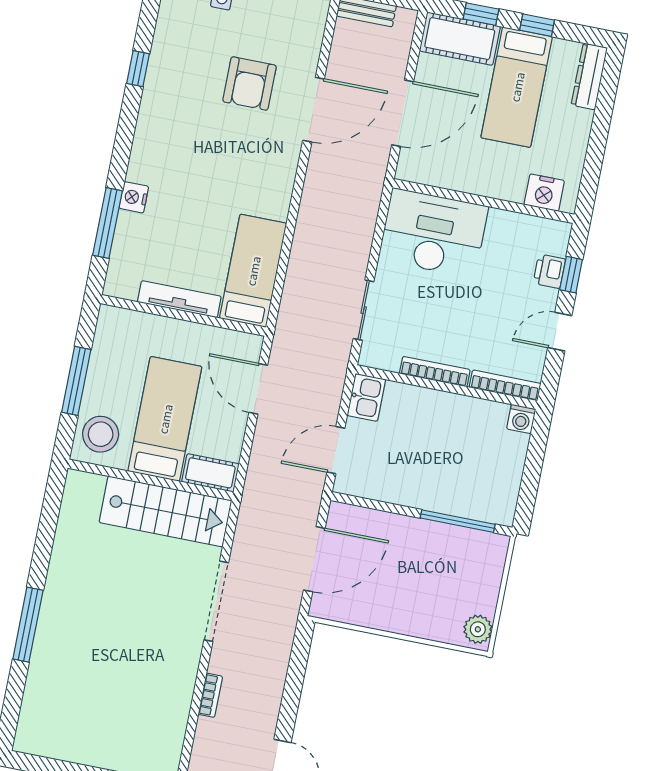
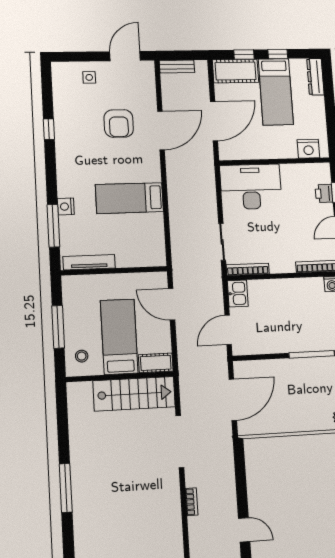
bed: (253, 271) -> (129, 198), moved, turned -90
tv unit: (179, 299) -> (89, 262), moved
bookcase: (435, 372) -> (248, 269), moved
stool: (101, 434) -> (82, 356), width x0.53, depth x0.53

